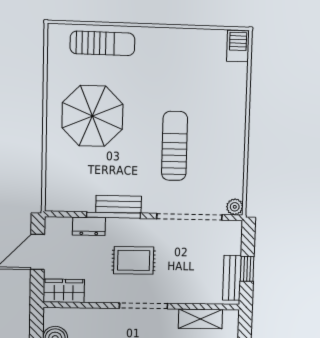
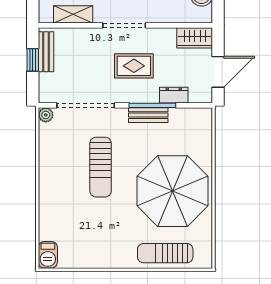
parasol: (92, 116) -> (173, 191), width x1.36, depth x1.36

